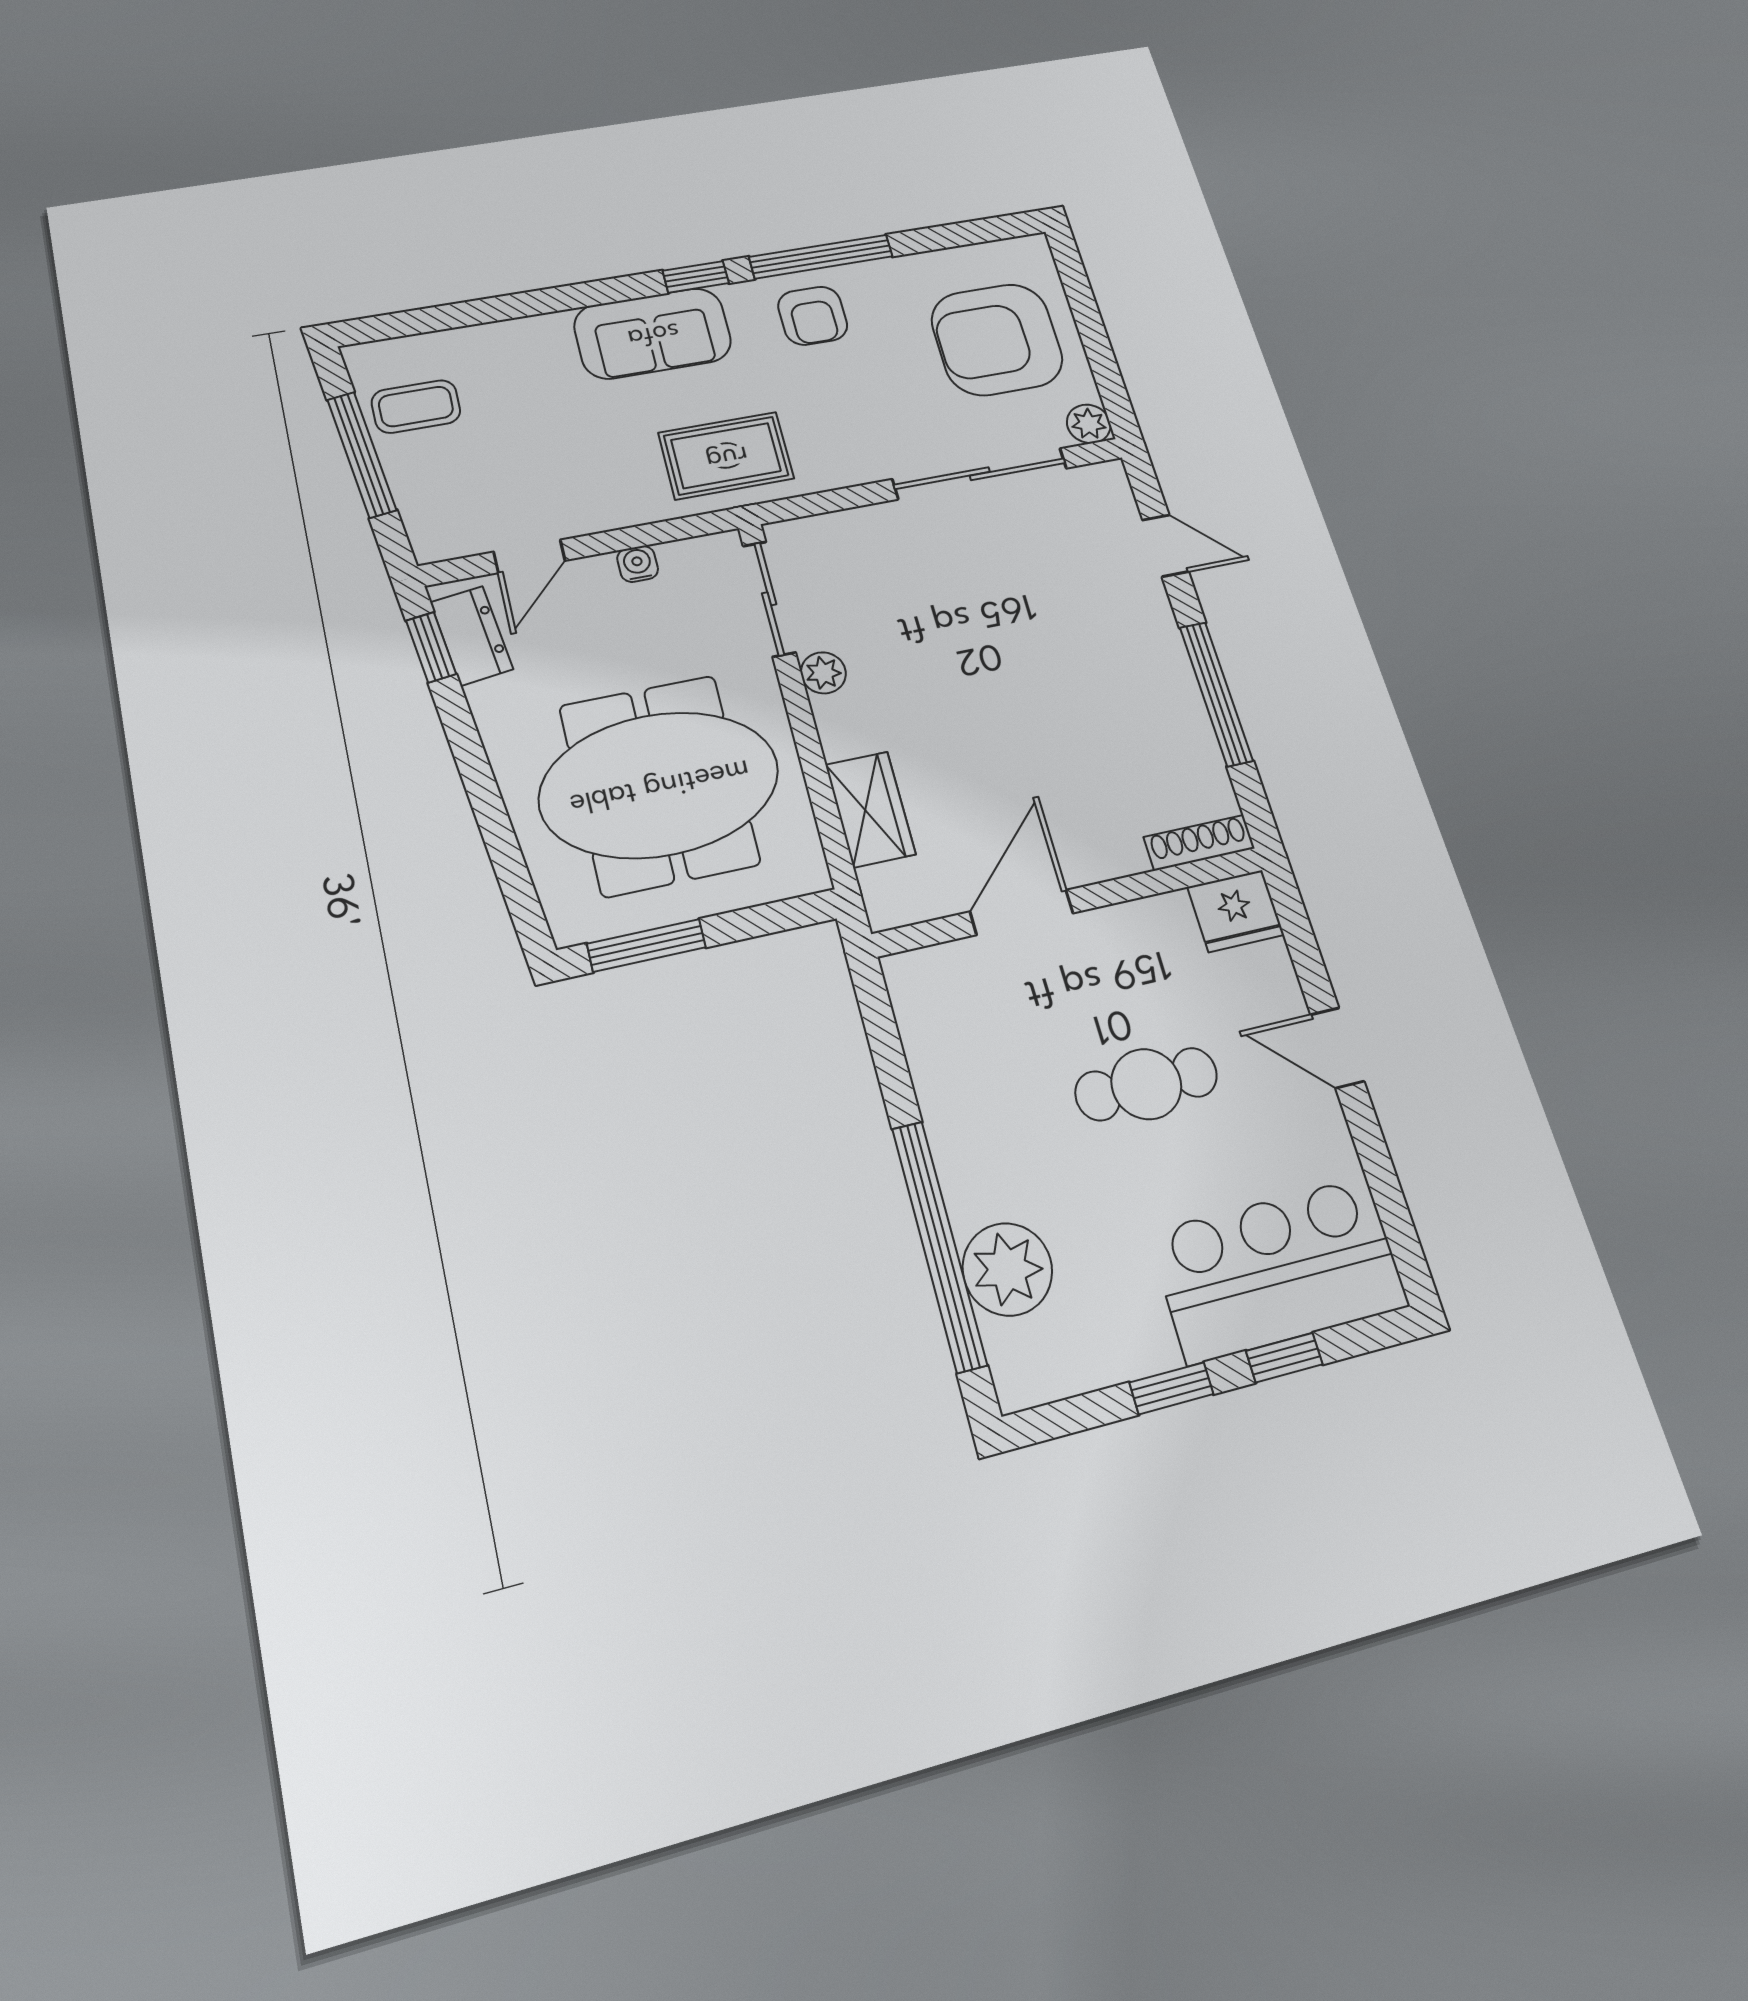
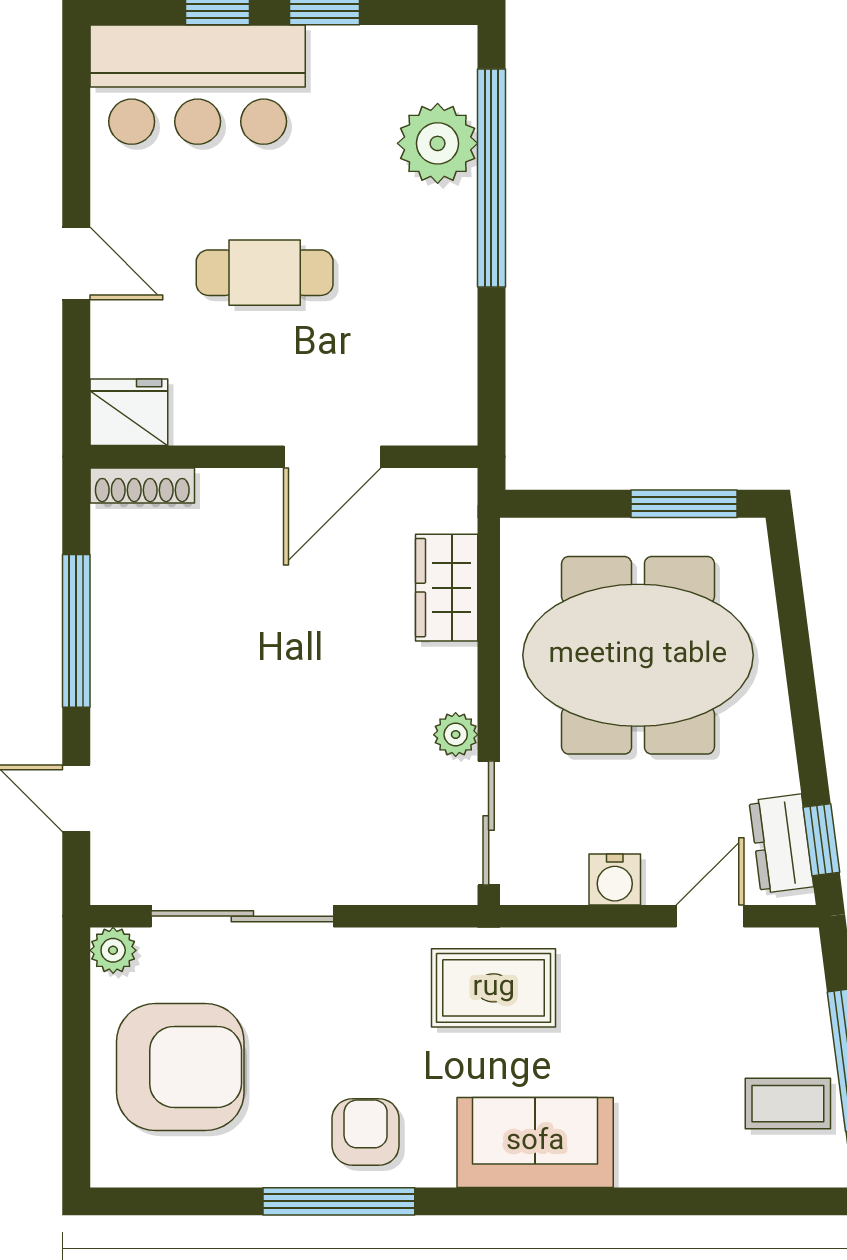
window: (696, 277) -> (476, 1201), removed
water cooler: (638, 564) -> (615, 880), width x1.38, depth x1.38

